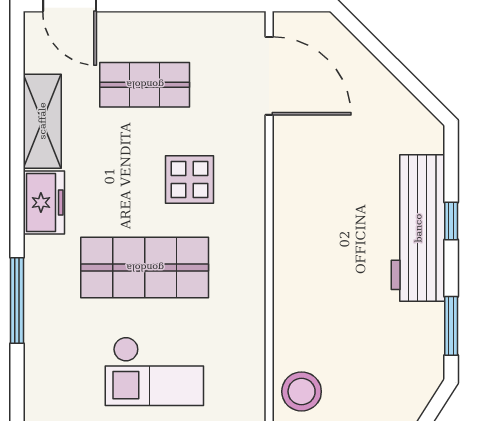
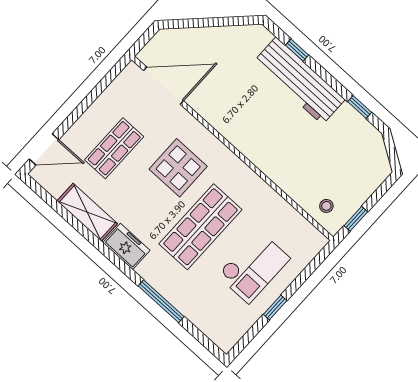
display table: (189, 179) -> (178, 168), width x1.36, depth x1.36
window: (451, 221) -> (297, 50), moved
window: (451, 326) -> (360, 107), width x0.67
stool: (302, 391) -> (326, 206), width x0.53, depth x0.53

